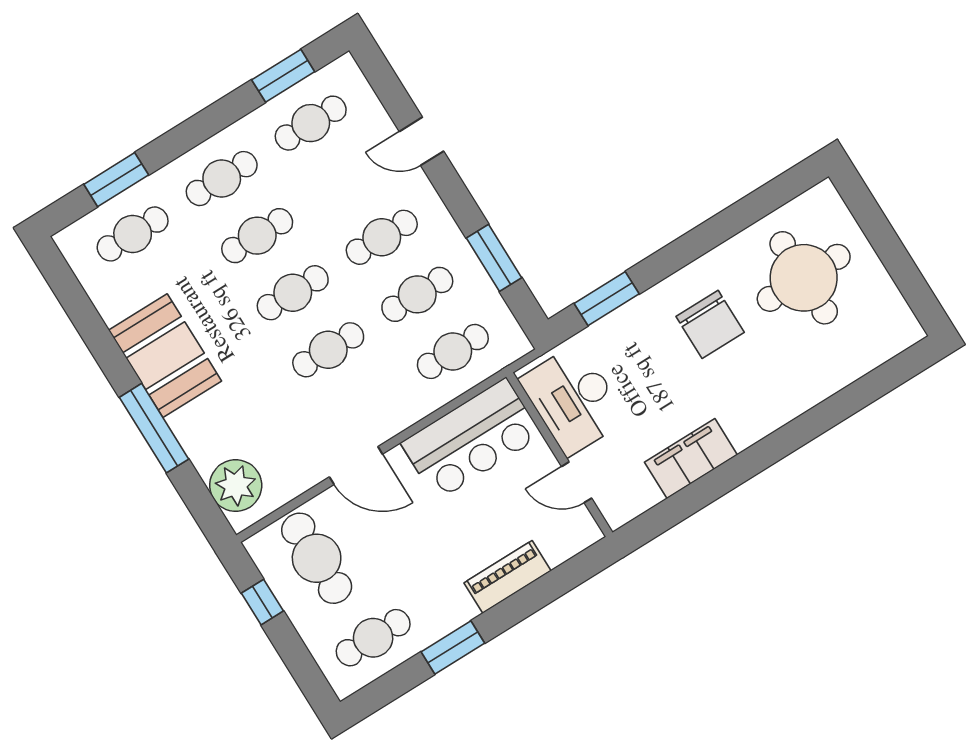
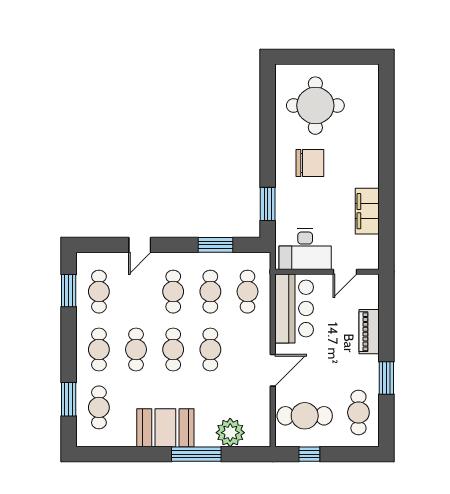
plant: (236, 486) -> (230, 433), moved

